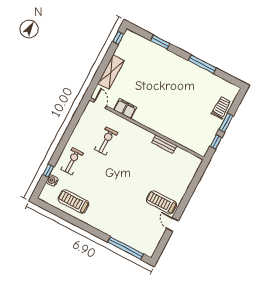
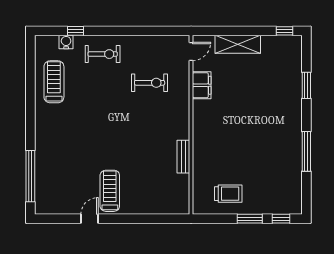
trolley: (221, 108) -> (228, 194), moved
window: (216, 142) -> (281, 219), moved

